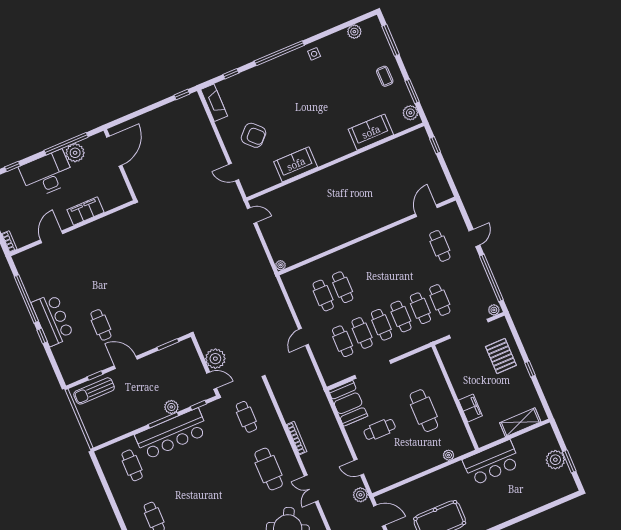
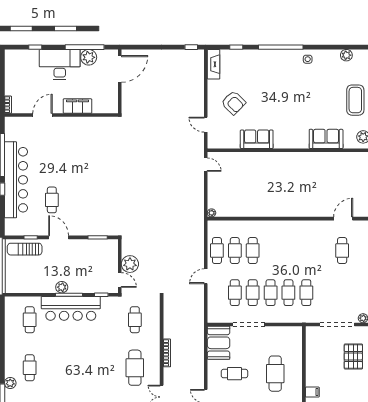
coffee table: (385, 76) -> (355, 100), width x1.86, depth x1.72
cafe table: (440, 300) -> (217, 251), moved
bar counter: (53, 320) -> (16, 180), width x1.86
plant: (171, 407) -> (62, 287), moved
filing cabinet: (470, 408) -> (312, 392), width x0.50

